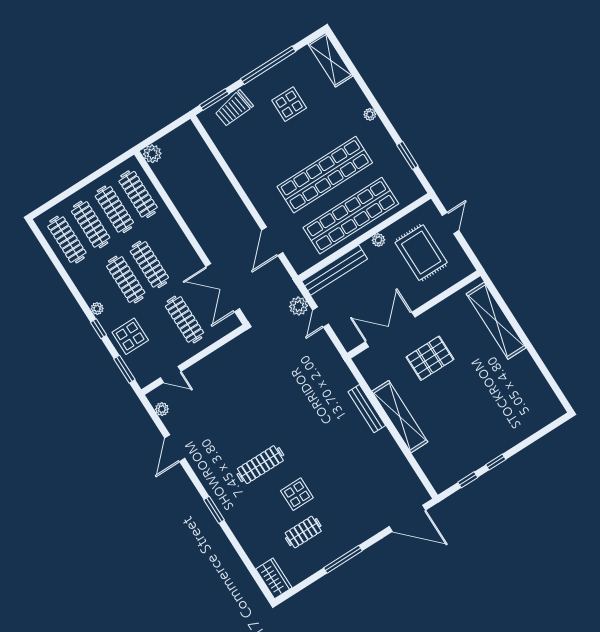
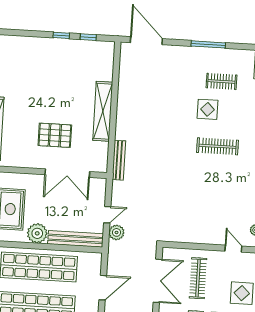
plant: (378, 240) -> (37, 233), width x1.87, depth x1.87
bench: (367, 409) -> (119, 160), moved

